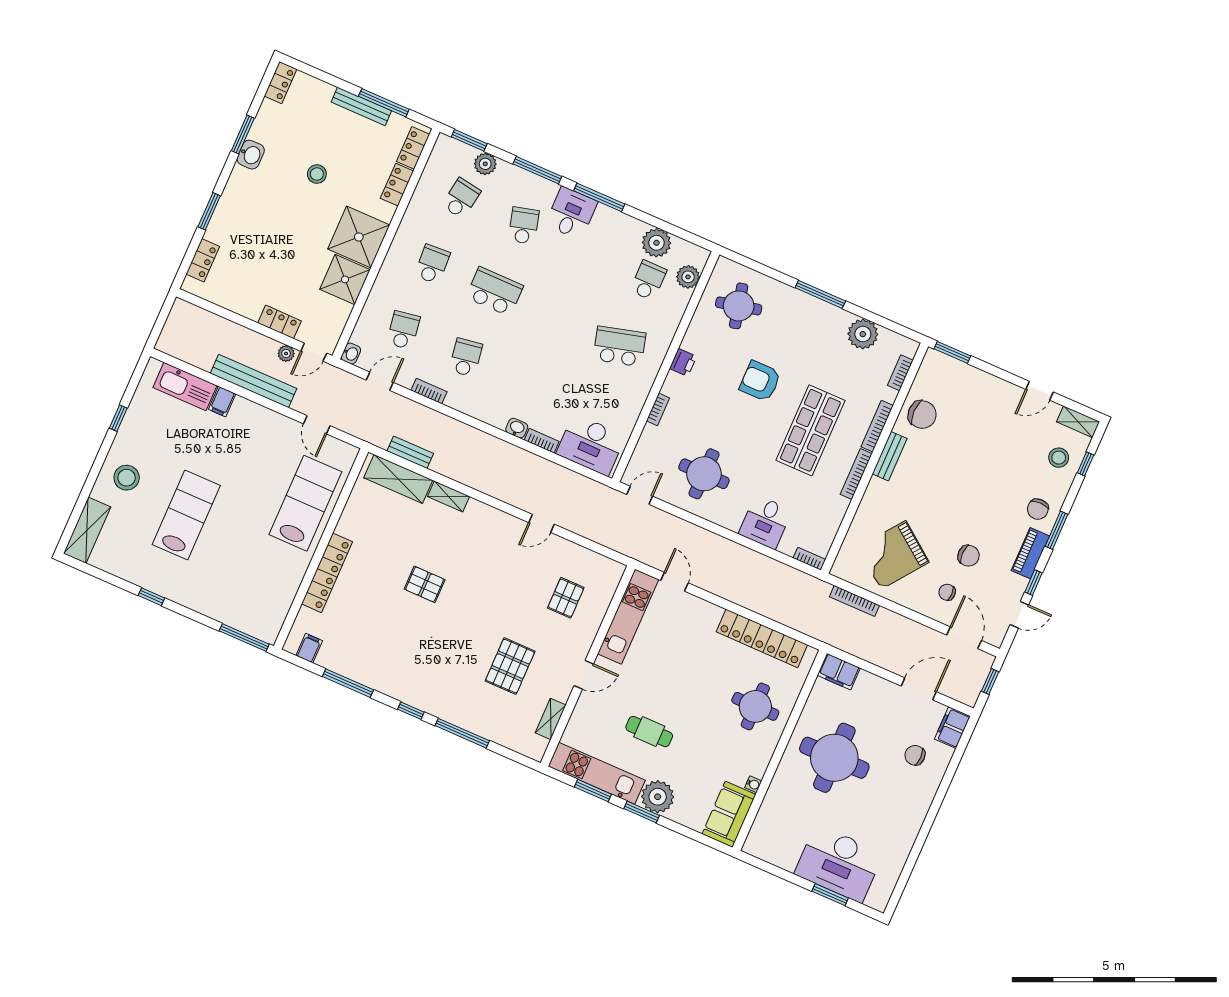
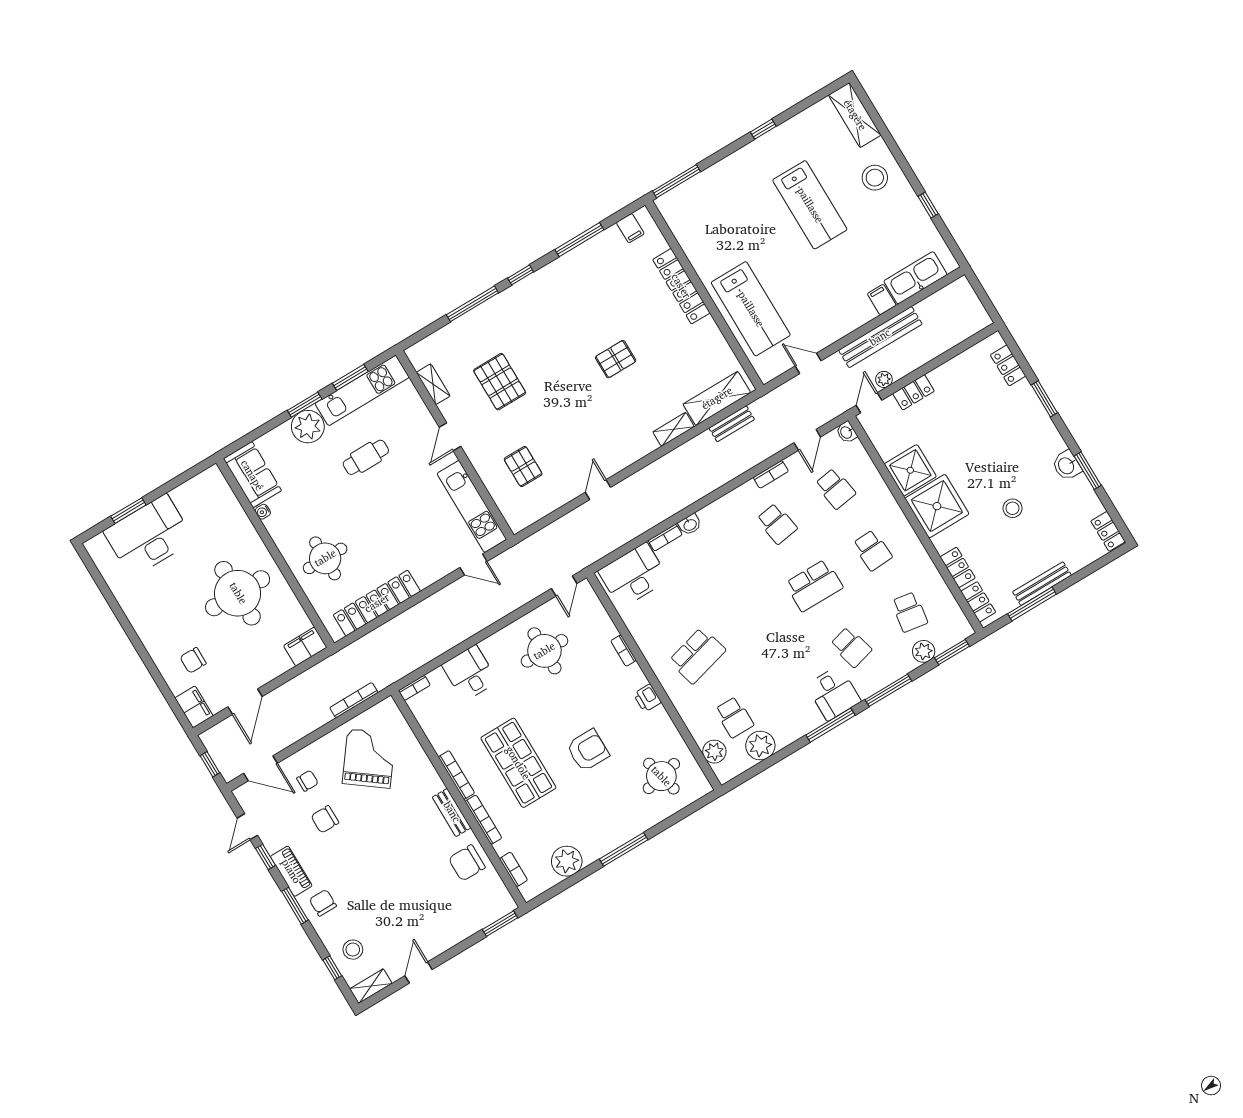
chair: (915, 755) -> (193, 660), turned 180

